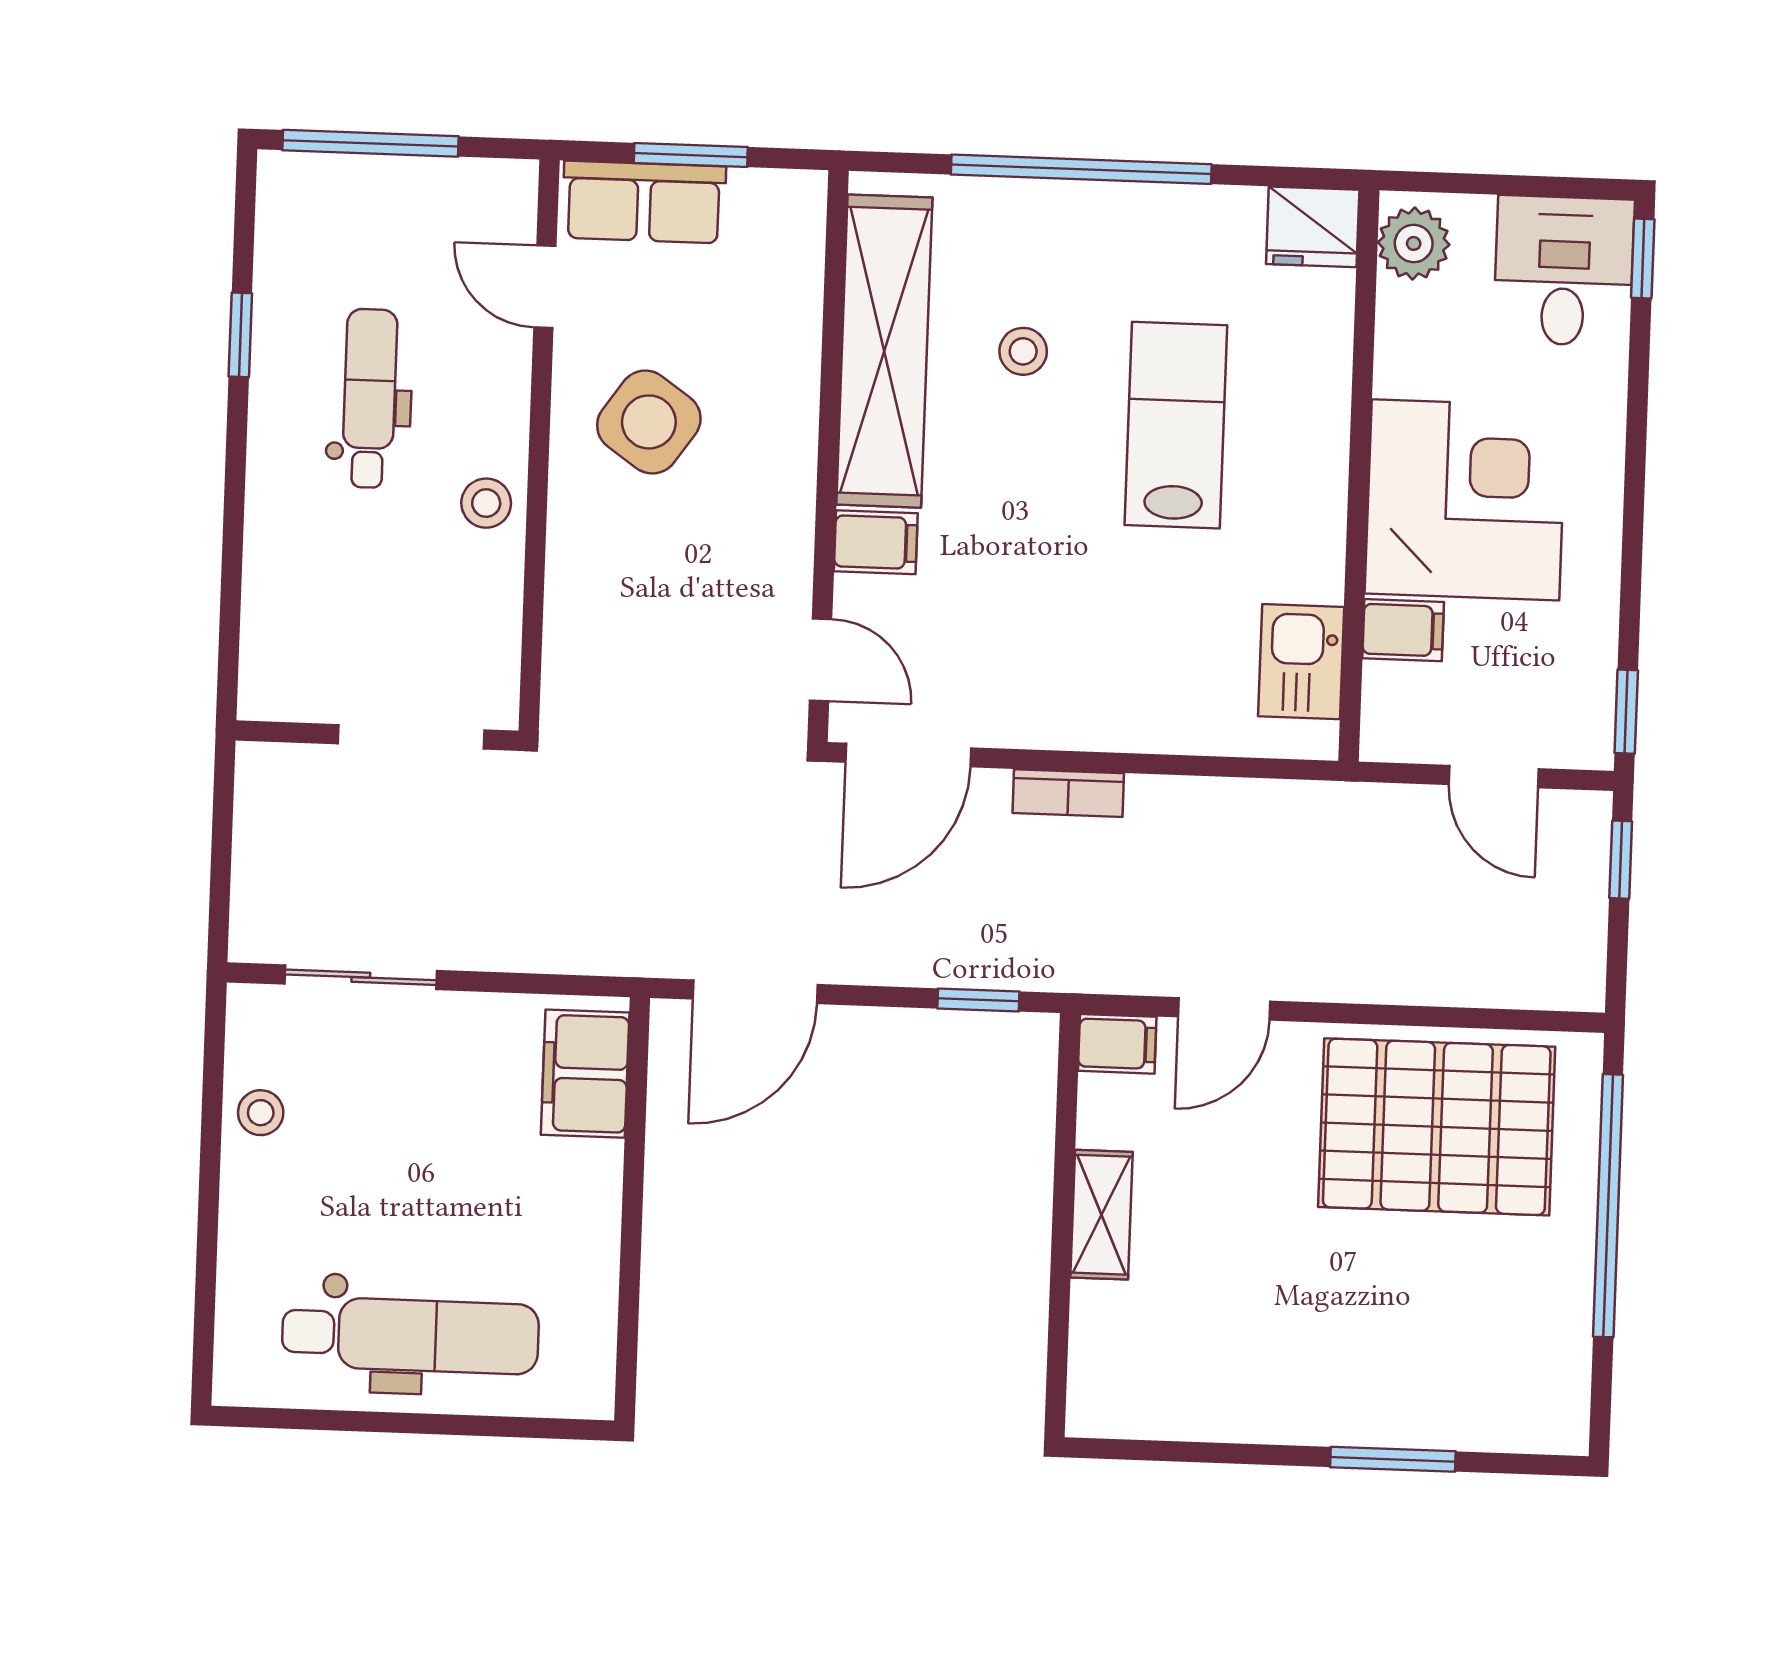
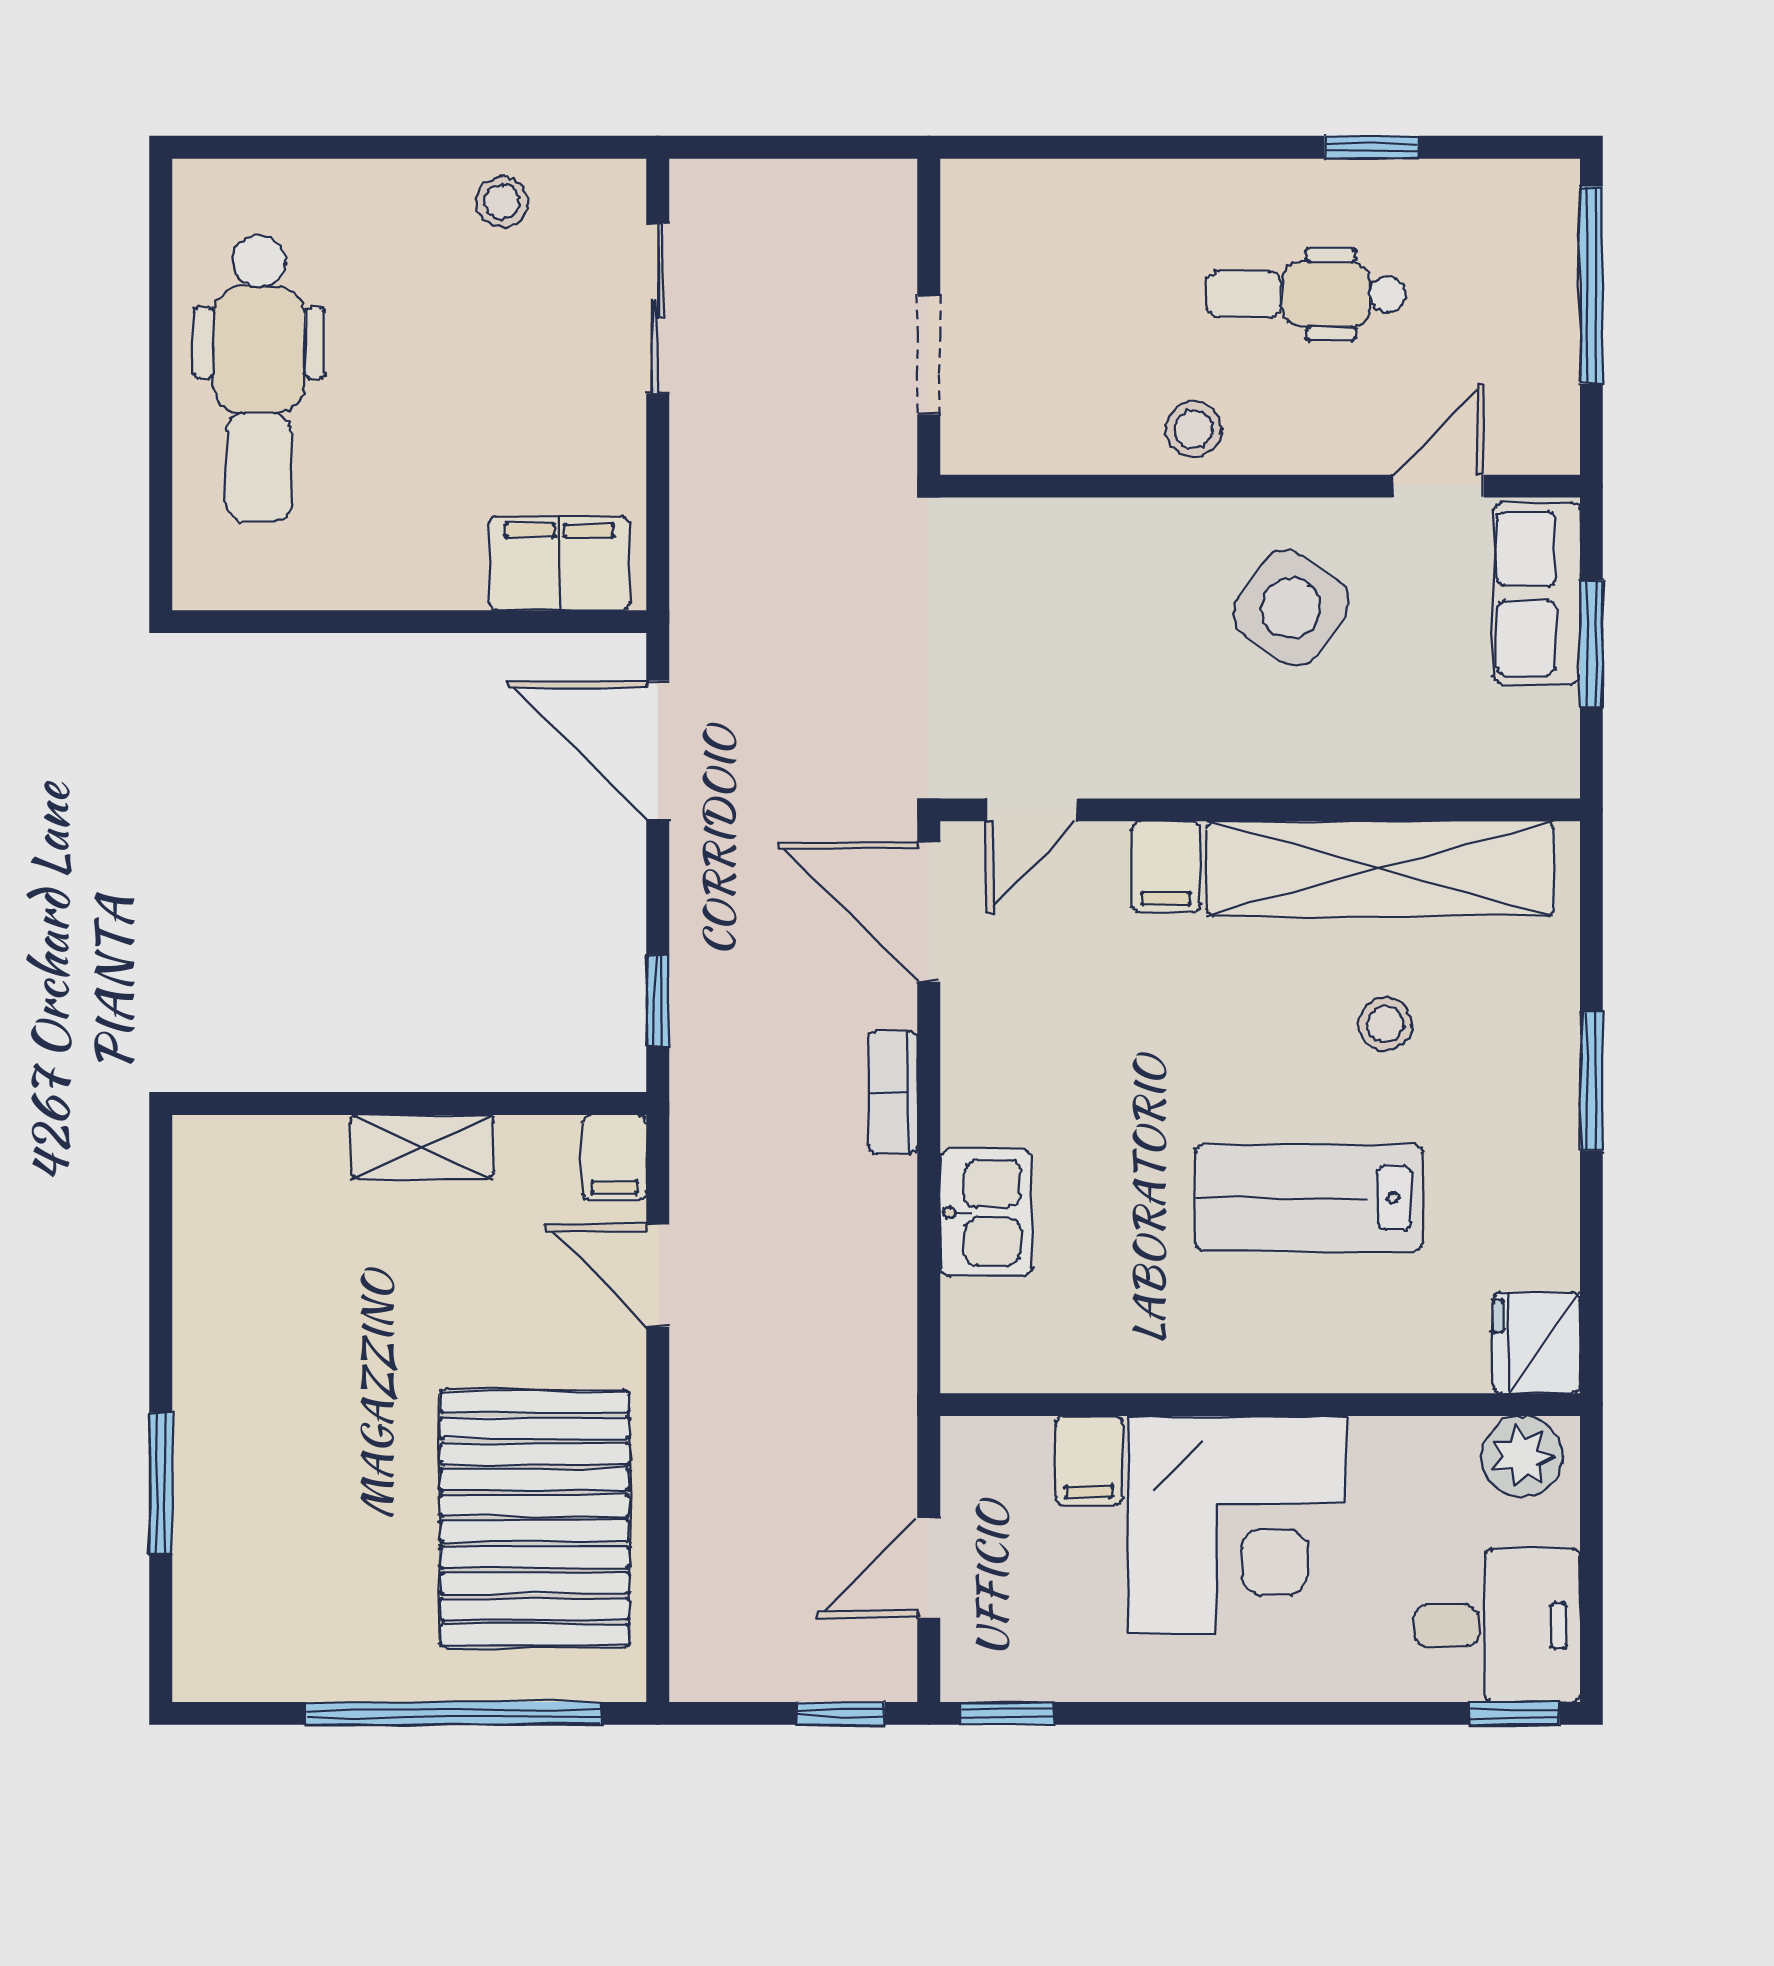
window: (1081, 169) -> (1591, 1081), width x0.47
dental chair: (370, 398) -> (1306, 294), turned 180
lab bench: (1176, 425) -> (1309, 1198), turned 180
kitchen sink: (1301, 662) -> (986, 1213), moved, turned 90
doorway: (411, 737) -> (929, 355), width x0.73

